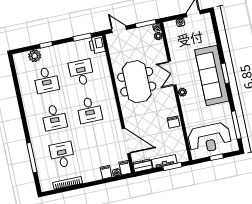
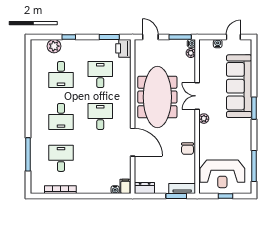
sofa: (212, 75) -> (239, 86), moved
meeting table: (137, 82) -> (157, 97), width x1.36
desk: (89, 110) -> (100, 116), turned 180
door: (126, 141) -> (133, 142), moved
tv unit: (164, 161) -> (182, 188), moved
filing cabinet: (106, 172) -> (104, 187), removed

